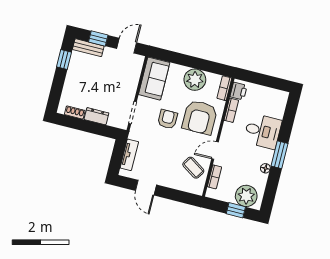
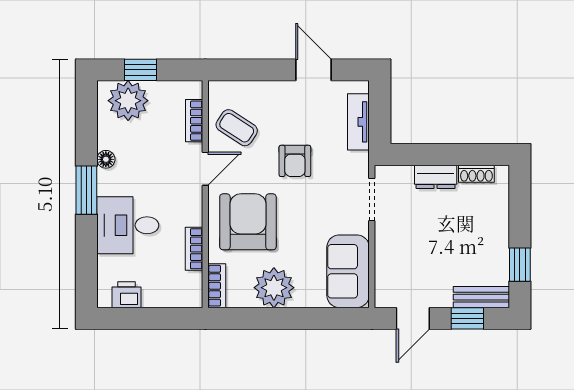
printer: (239, 91) -> (127, 295), moved, turned 90
armchair: (168, 119) -> (295, 161), moved

